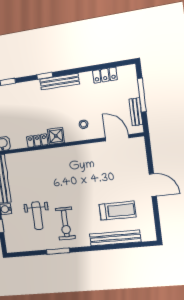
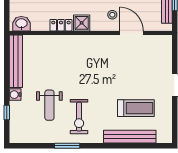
door: (117, 138) -> (131, 33), moved

